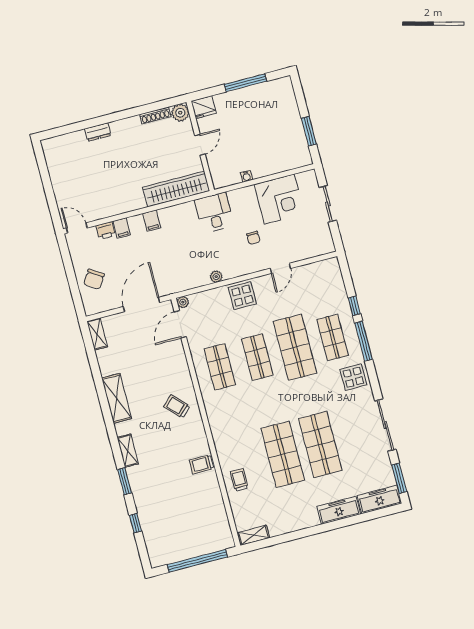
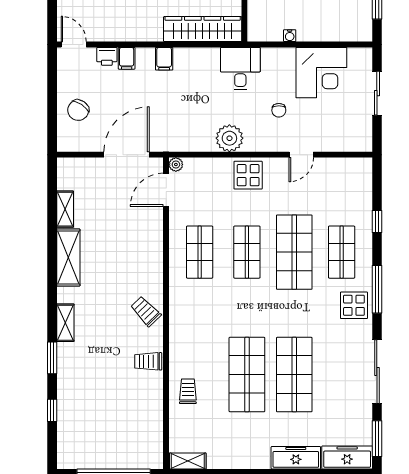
plant: (216, 277) -> (229, 138), width x1.88, depth x1.88
shelving: (97, 334) -> (65, 209), moved
window: (364, 341) -> (377, 289), moved
trolley: (177, 406) -> (146, 311), moved

